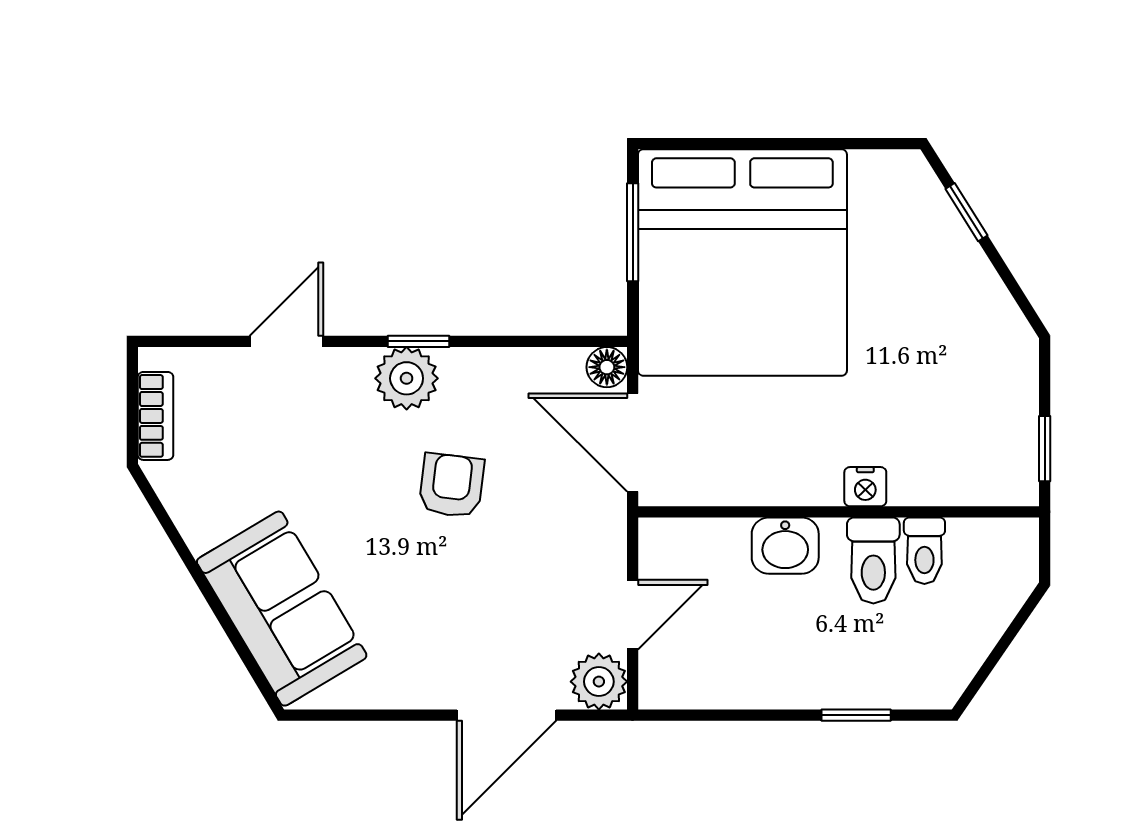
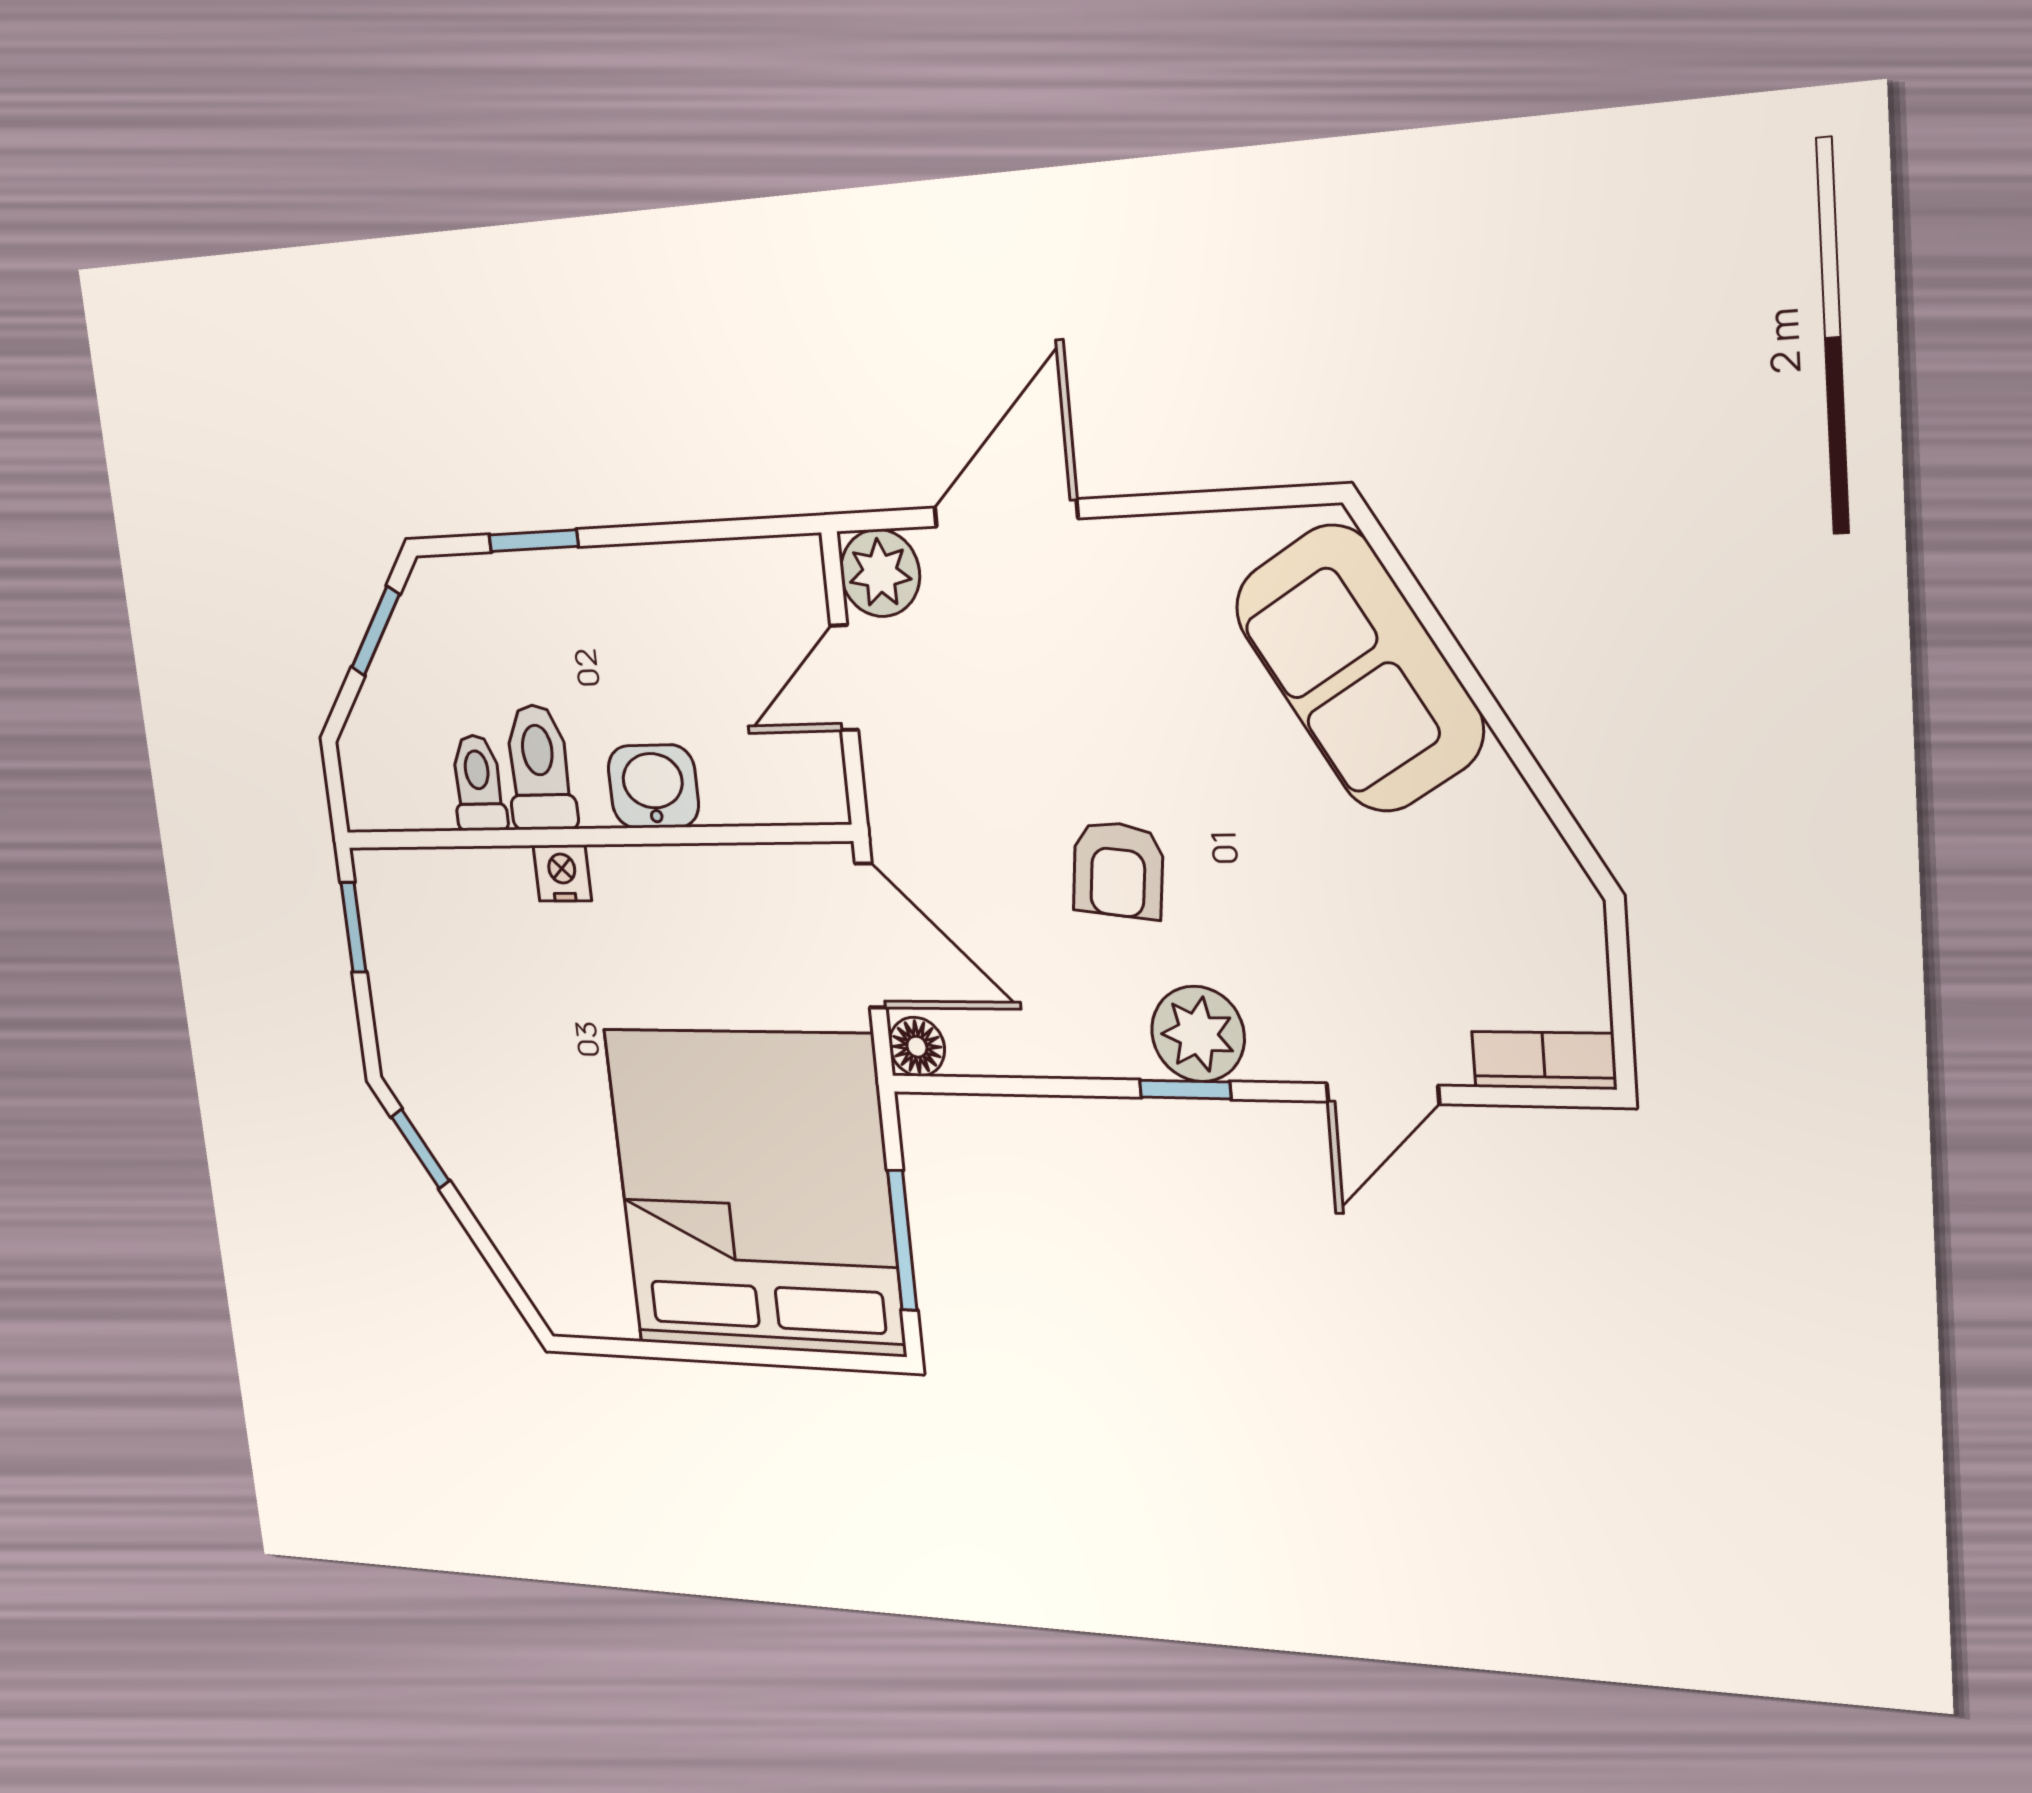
window: (966, 212) -> (420, 1149), moved
bookcase: (156, 416) -> (1544, 1060), moved, turned 90
window: (993, 659) -> (376, 631), added

